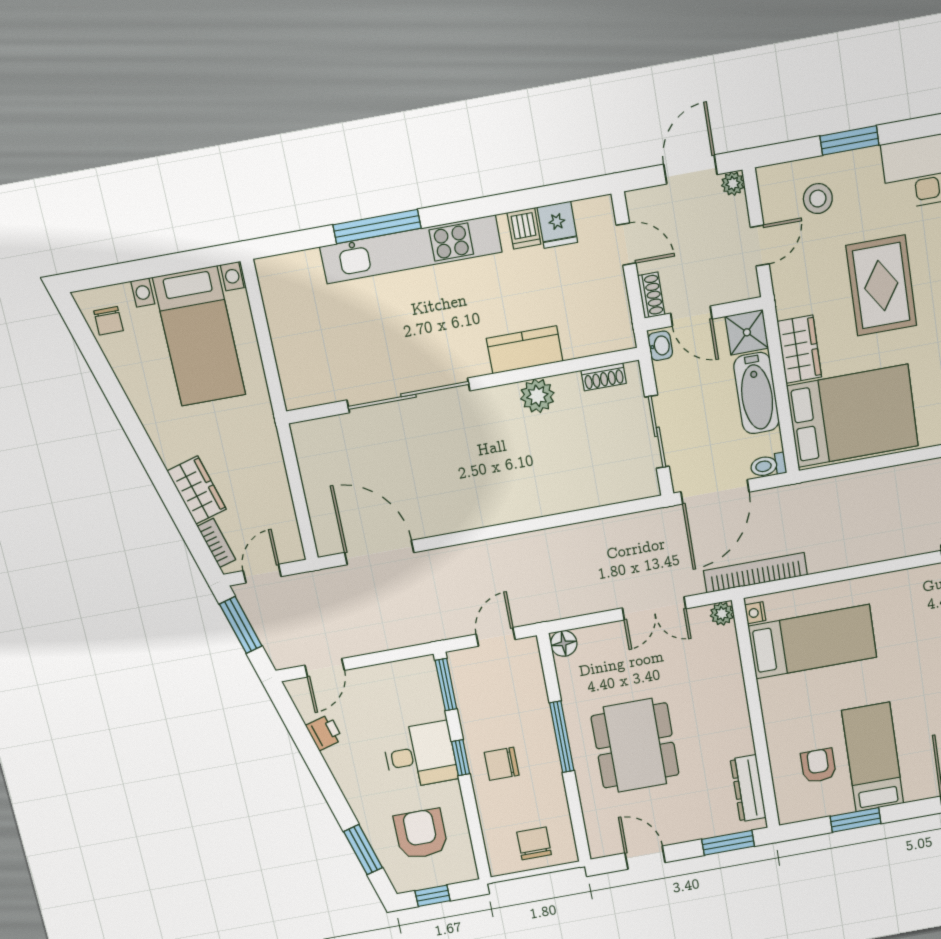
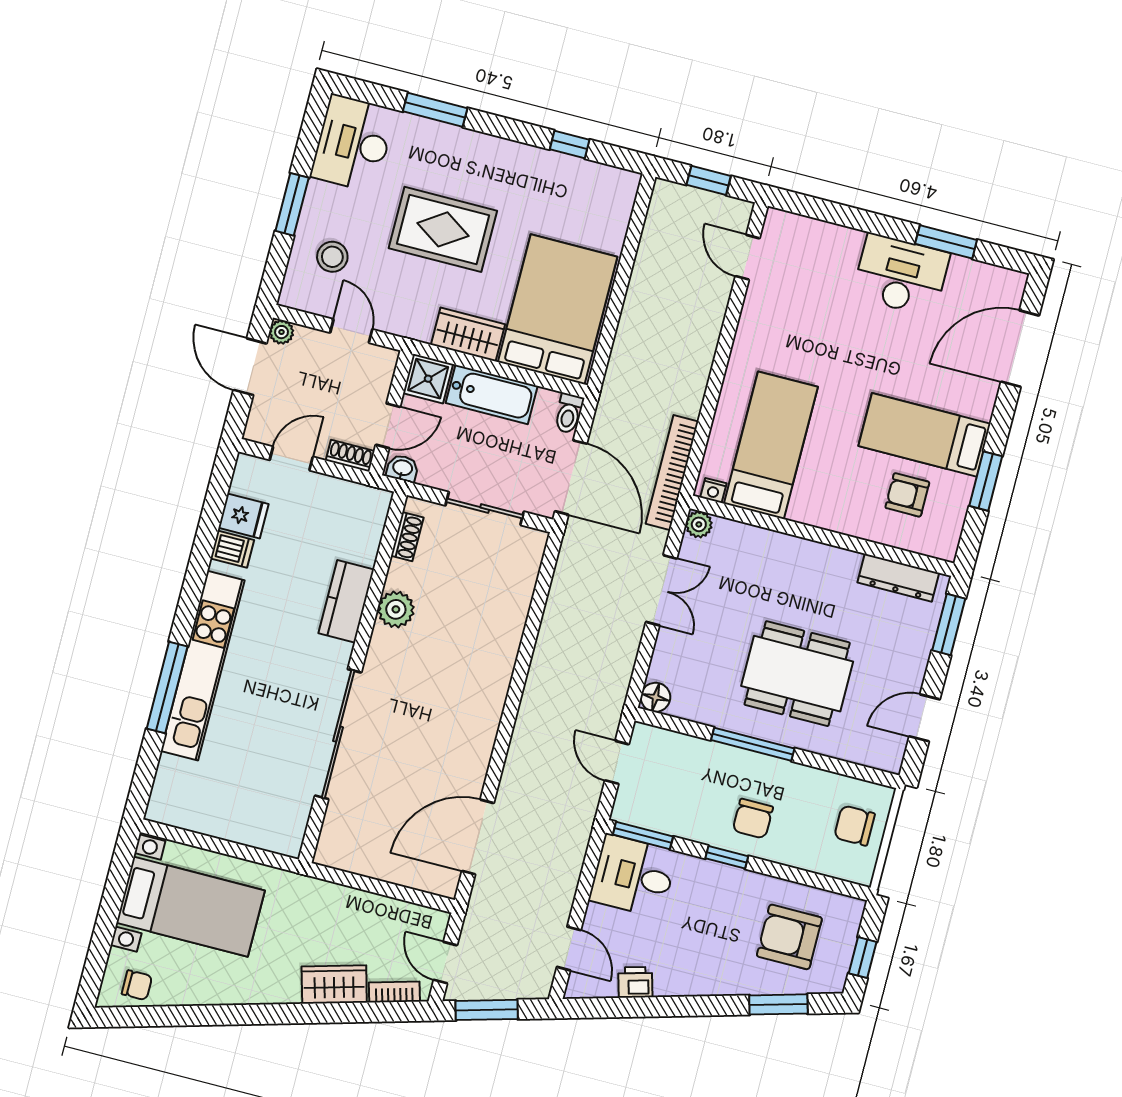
desk: (420, 755) -> (633, 876), moved, turned -90

